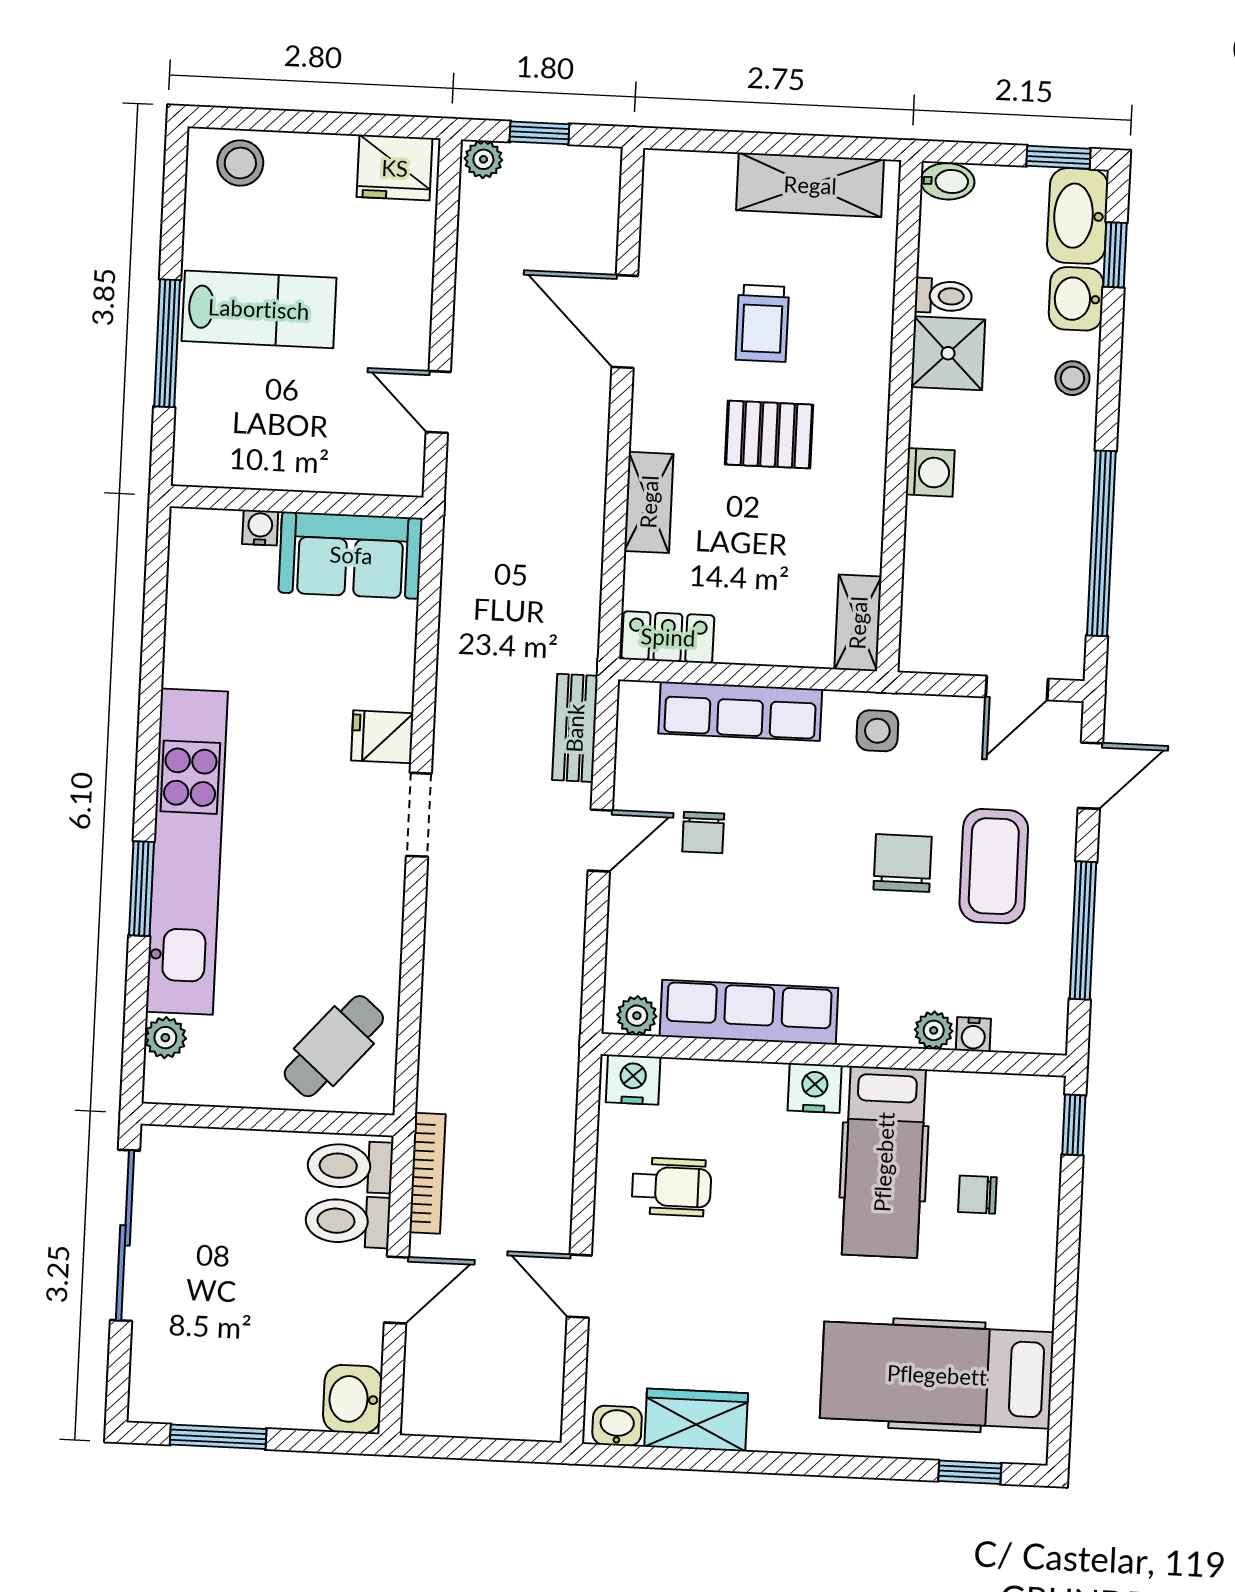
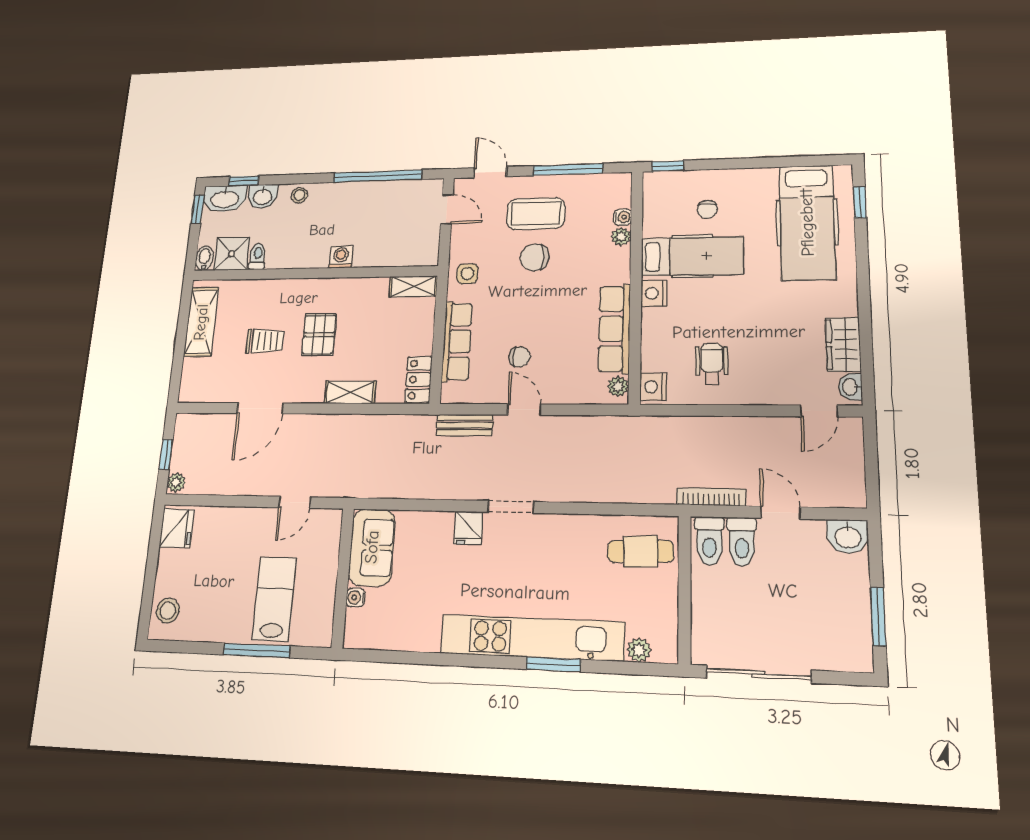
lab bench: (259, 309) -> (274, 599), moved
shower: (948, 353) -> (232, 254), moved
cafe table: (334, 1046) -> (641, 551), turned -43
door: (579, 1286) -> (819, 411), moved

